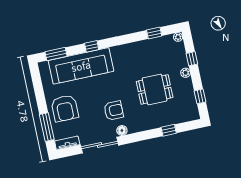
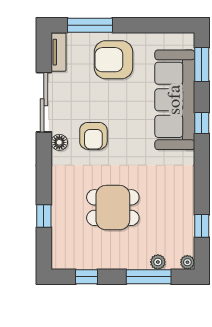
window: (192, 59) -> (149, 277), width x2.17
plant: (186, 73) -> (158, 262), moved
dining table: (155, 89) -> (113, 208), turned 90

